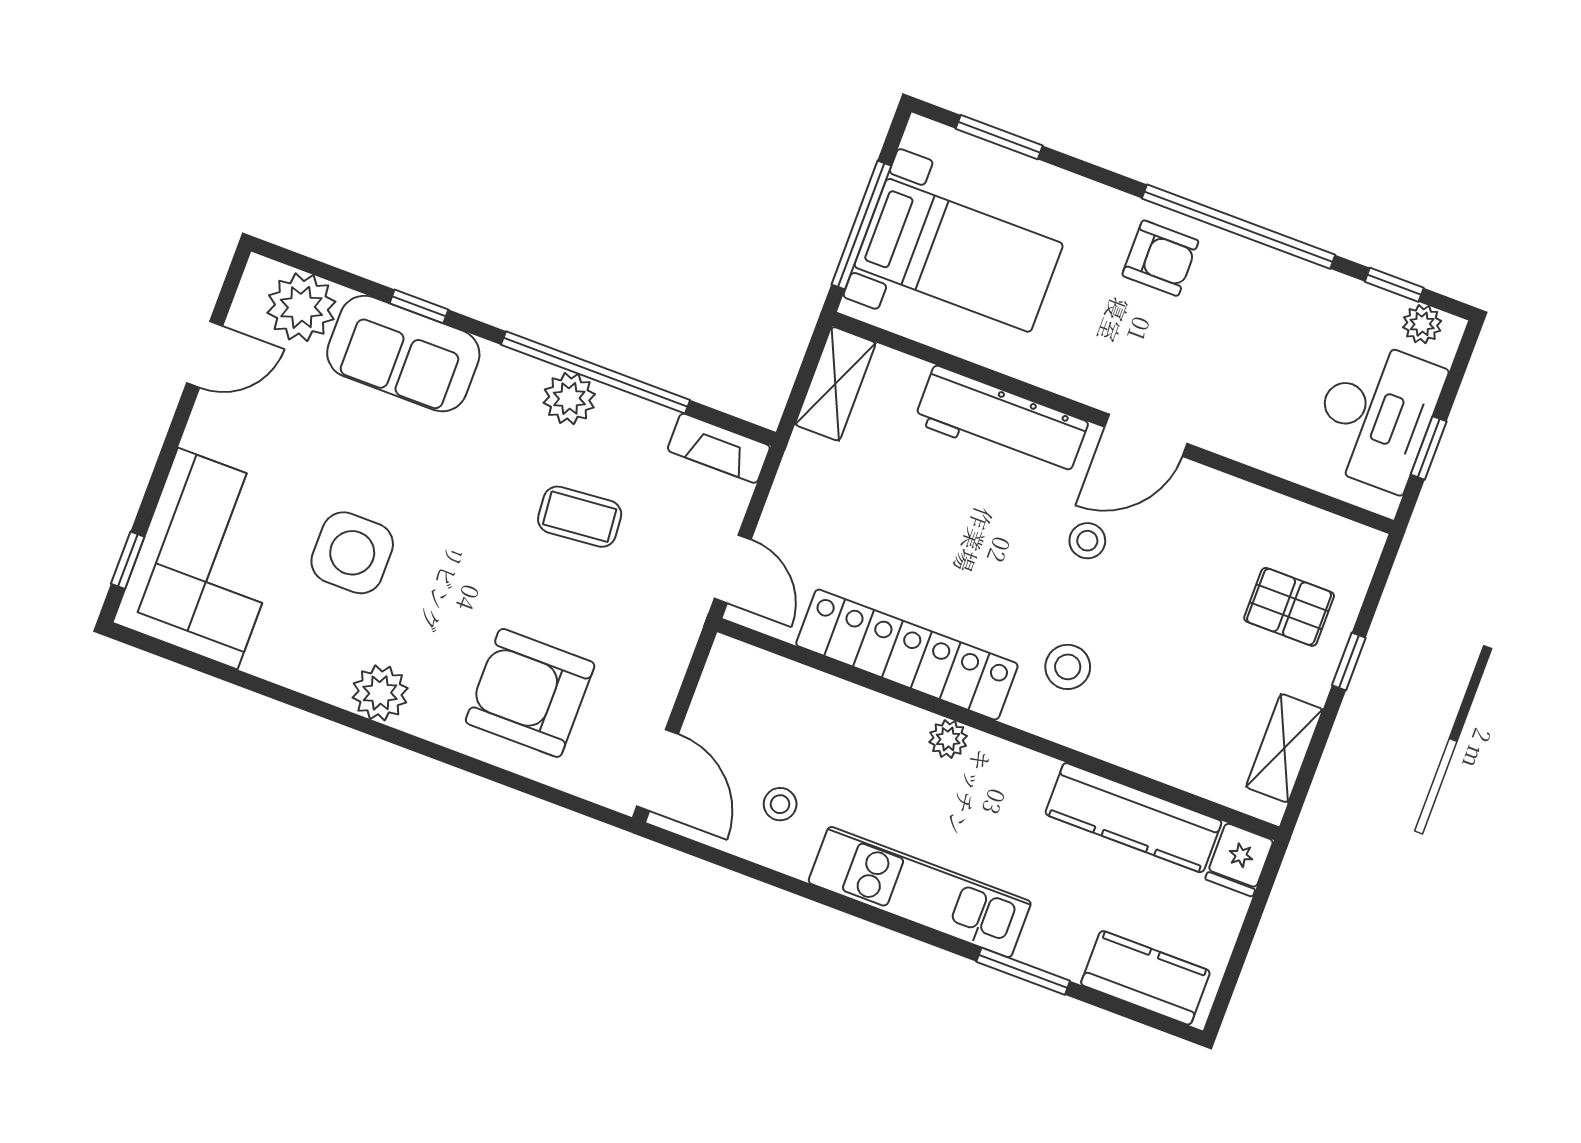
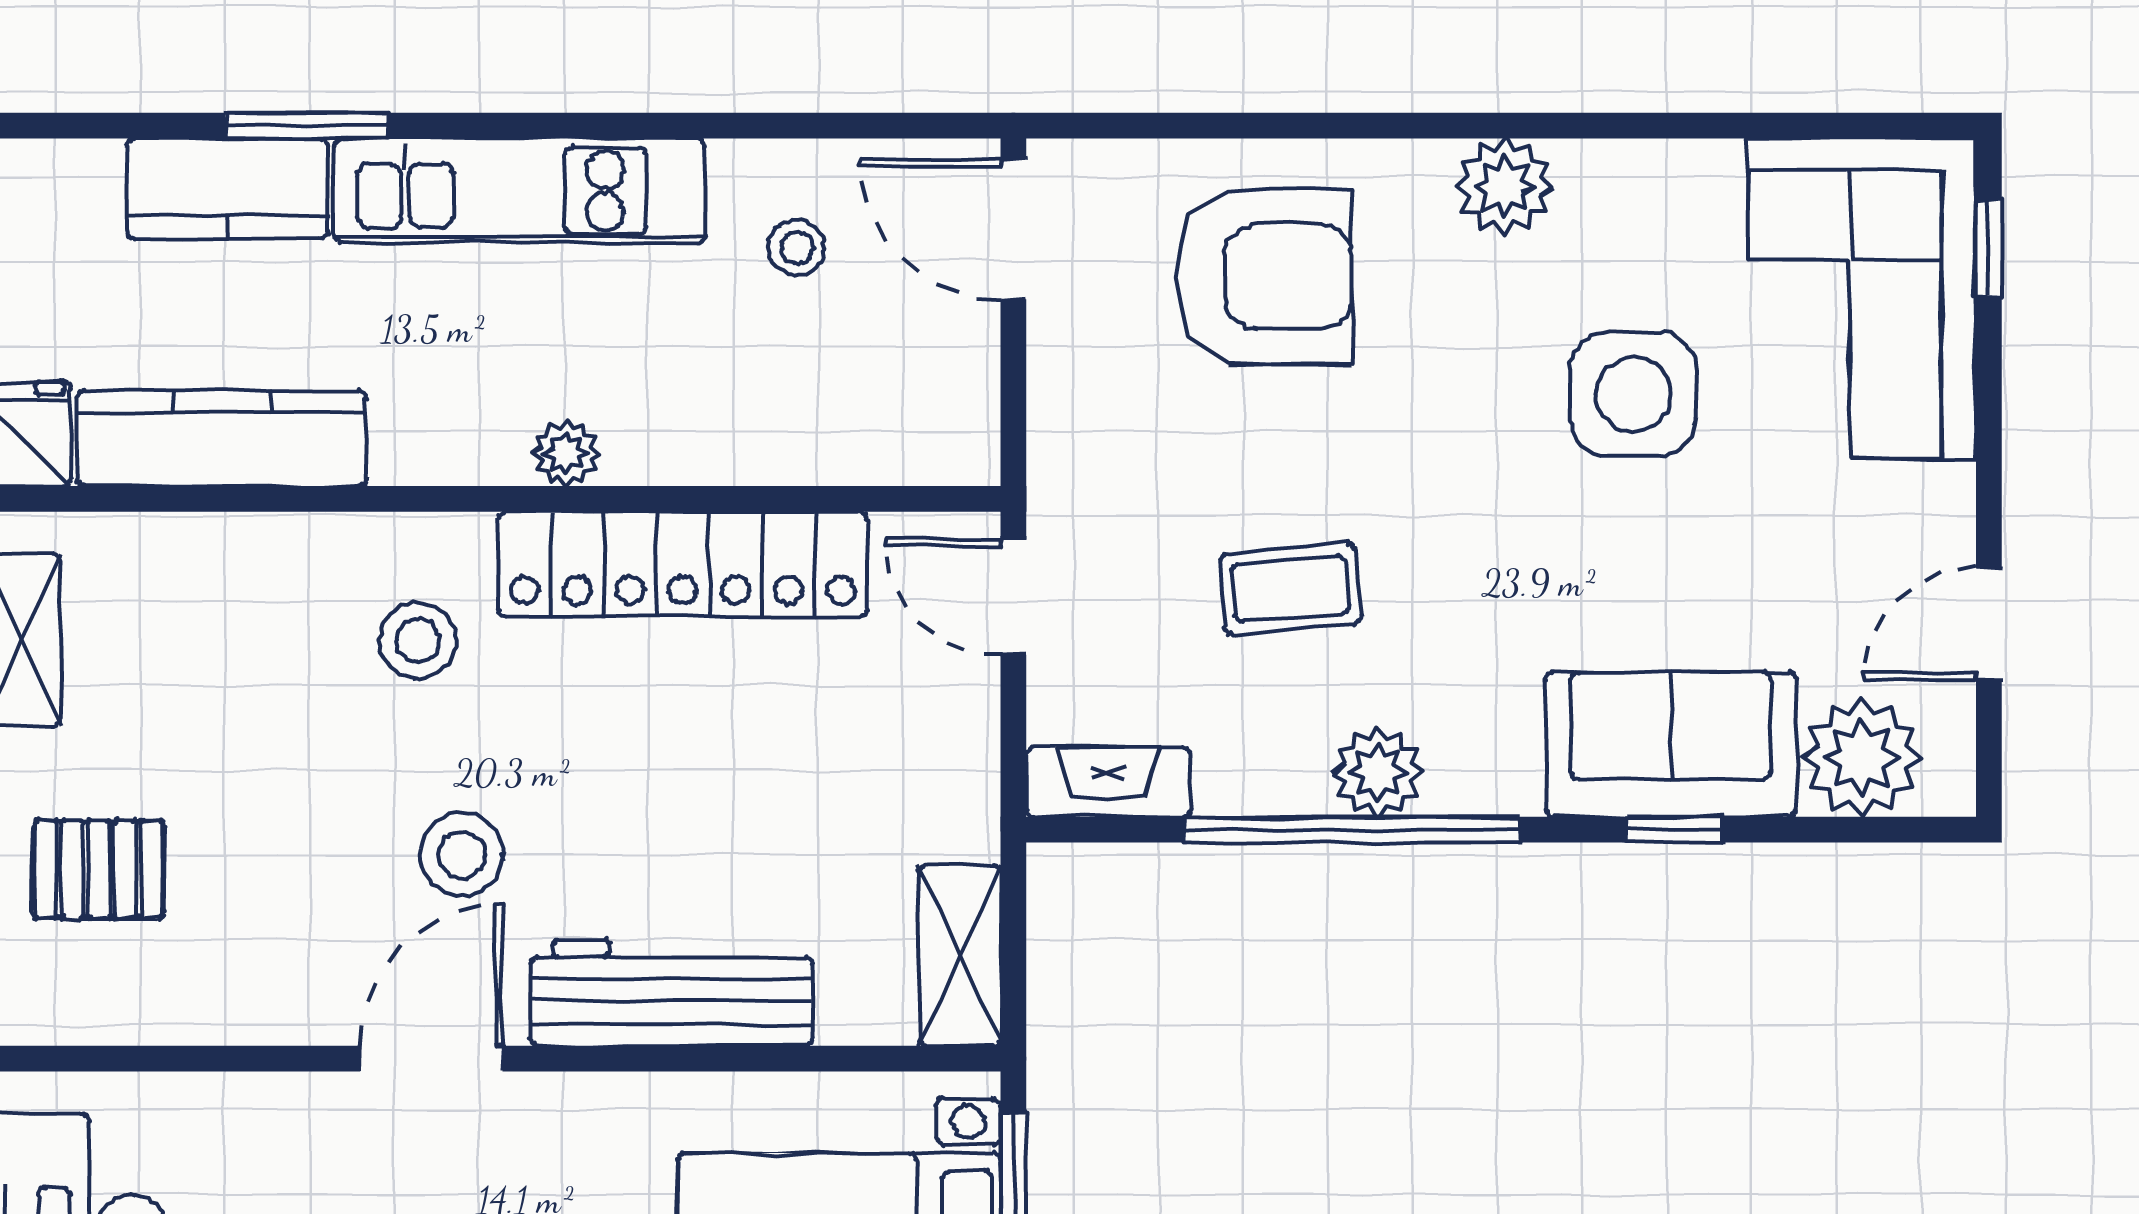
stool: (1087, 541) -> (462, 855), width x1.37, depth x1.37
kitchen counter: (1145, 978) -> (227, 189), moved

